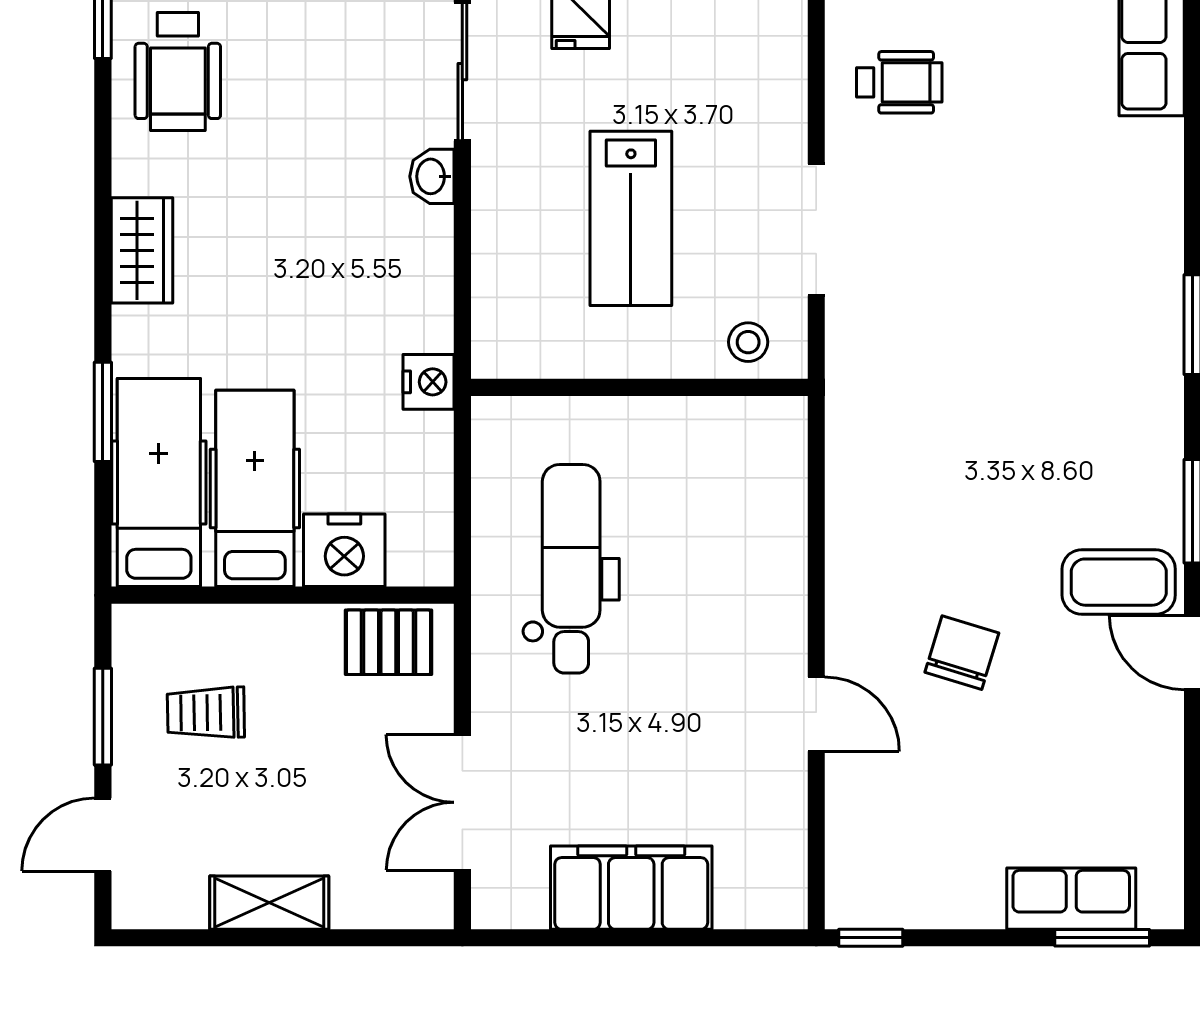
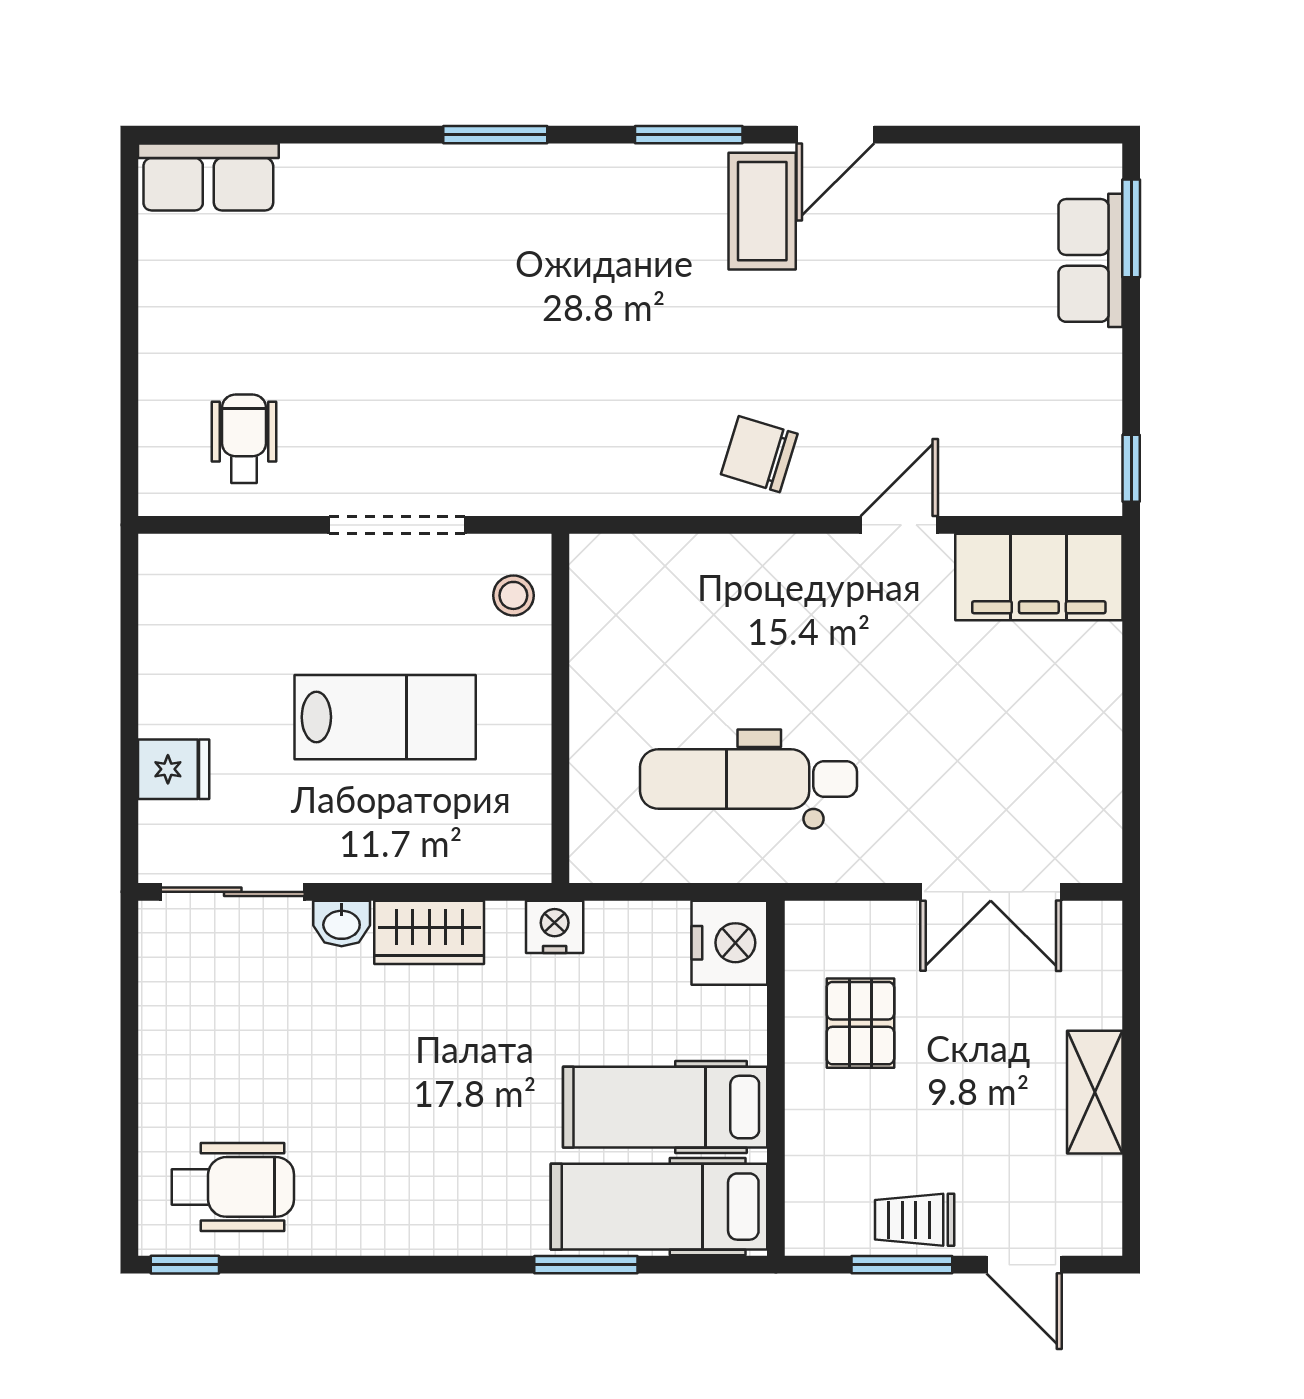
wardrobe: (142, 250) -> (429, 932), moved, turned 180
nightstand: (344, 550) -> (729, 943), moved
pallet: (388, 642) -> (860, 1023), moved
chair: (962, 653) -> (759, 454), moved
trolley: (206, 713) -> (915, 1220), moved, turned 91
filing cabinet: (631, 888) -> (1039, 577), moved, turned -90

